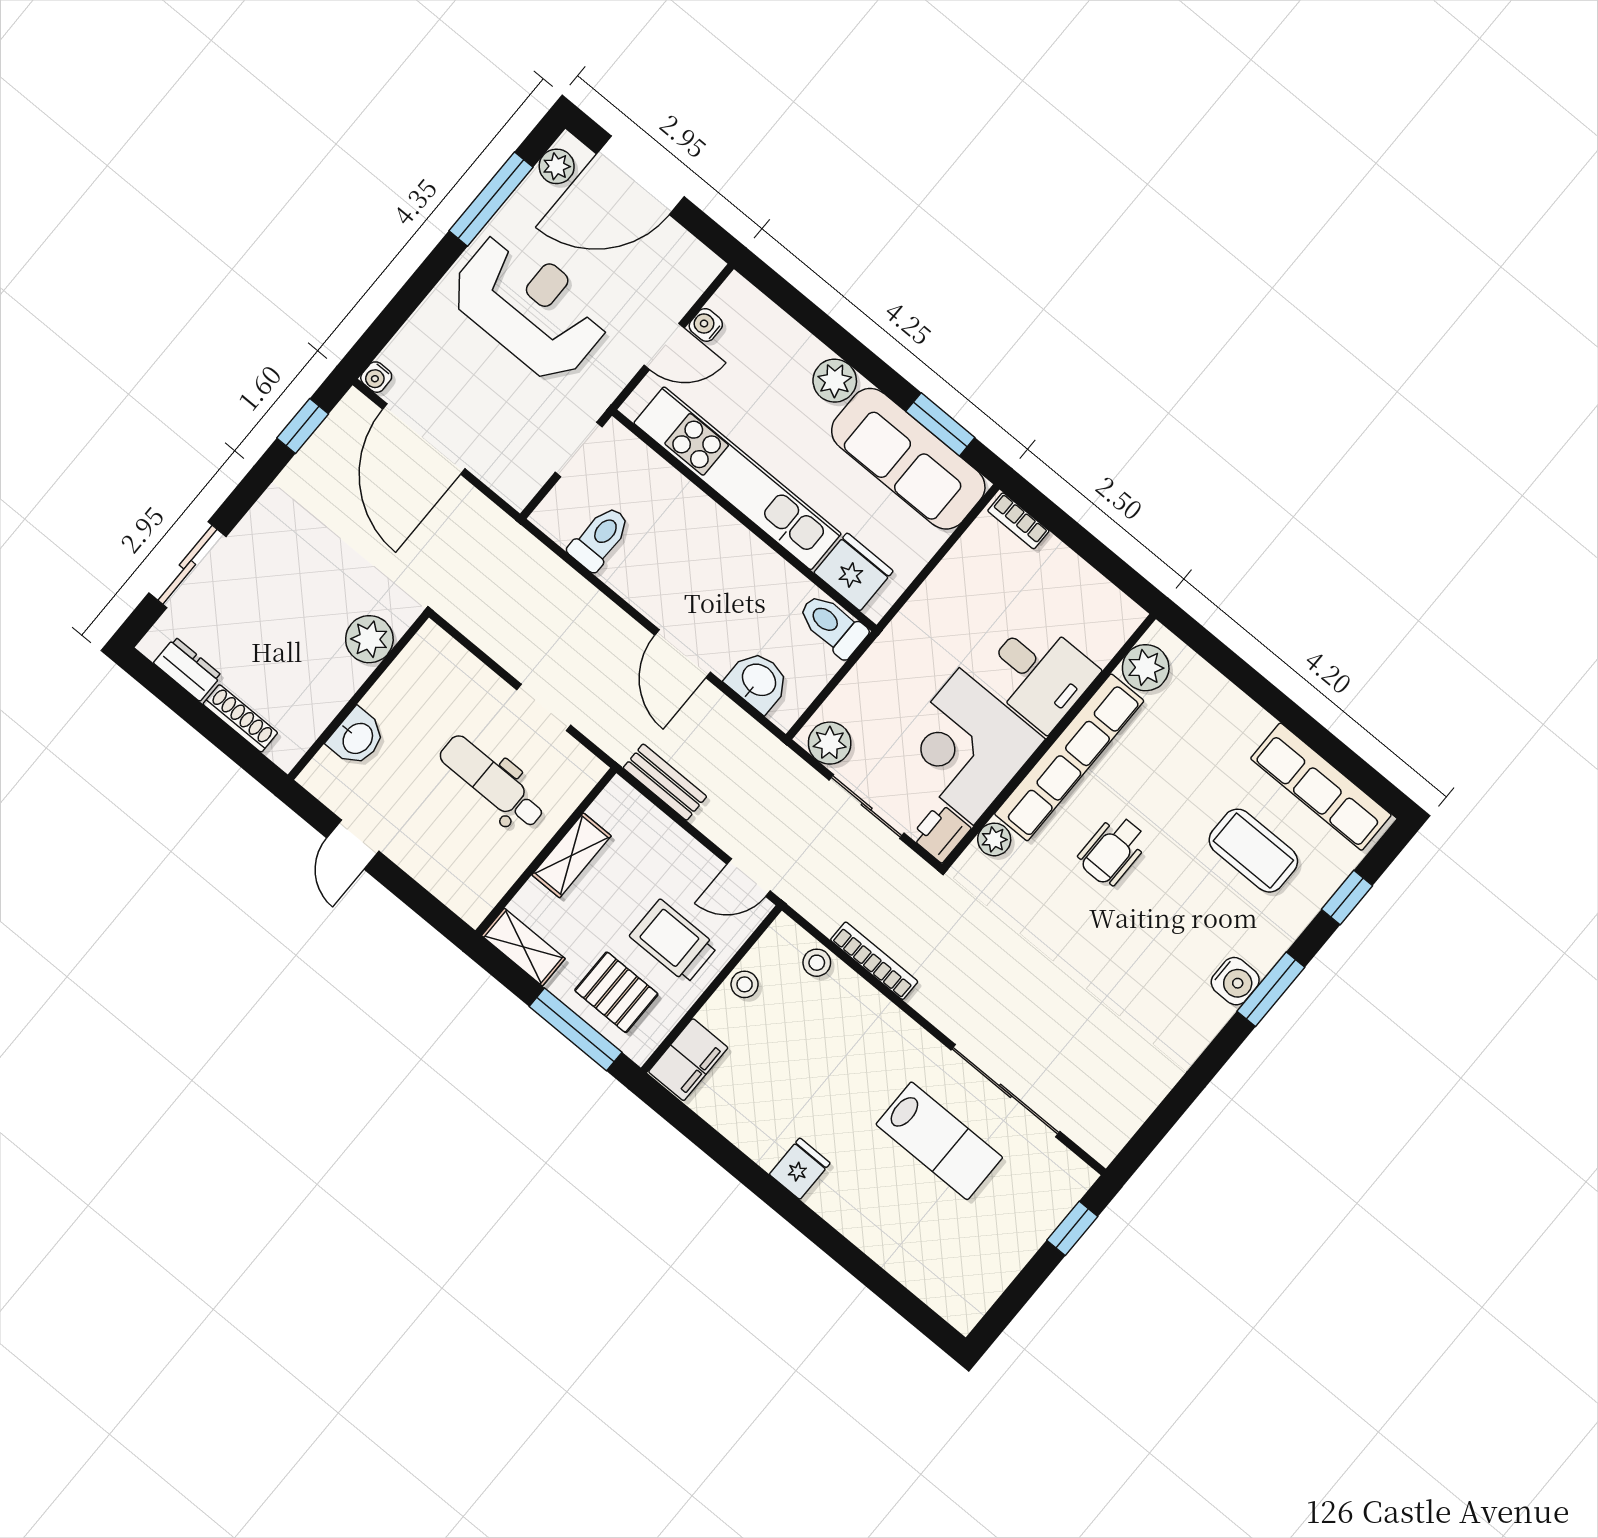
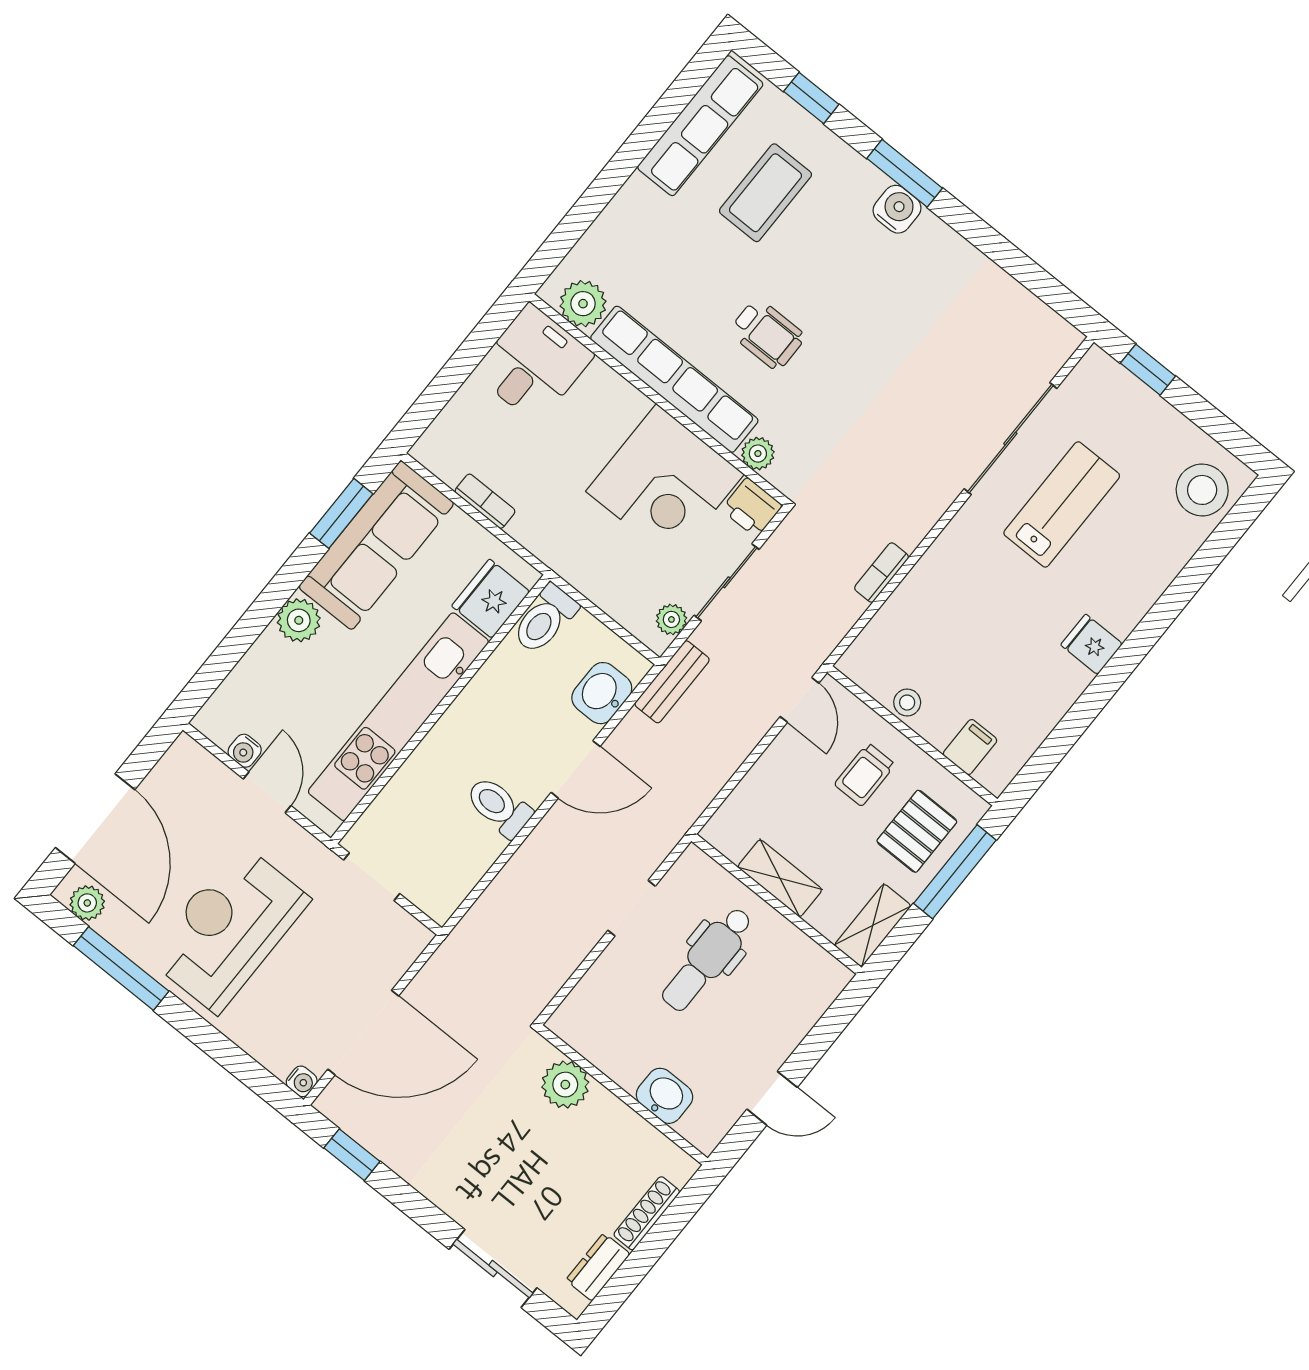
bookcase: (1018, 521) -> (485, 501), moved, turned -90
toilet: (600, 538) -> (499, 807), moved
desk: (1039, 674) -> (533, 364), moved
plant: (830, 743) -> (671, 619), width x0.73, depth x0.73
bench: (665, 782) -> (672, 682), moved
trolley: (674, 941) -> (865, 775), width x0.73, depth x0.72
bookcase: (874, 961) -> (882, 573), width x0.64
stool: (817, 963) -> (1202, 490), moved, width x1.89, depth x1.89
filing cabinet: (688, 1060) -> (970, 747), width x0.50

